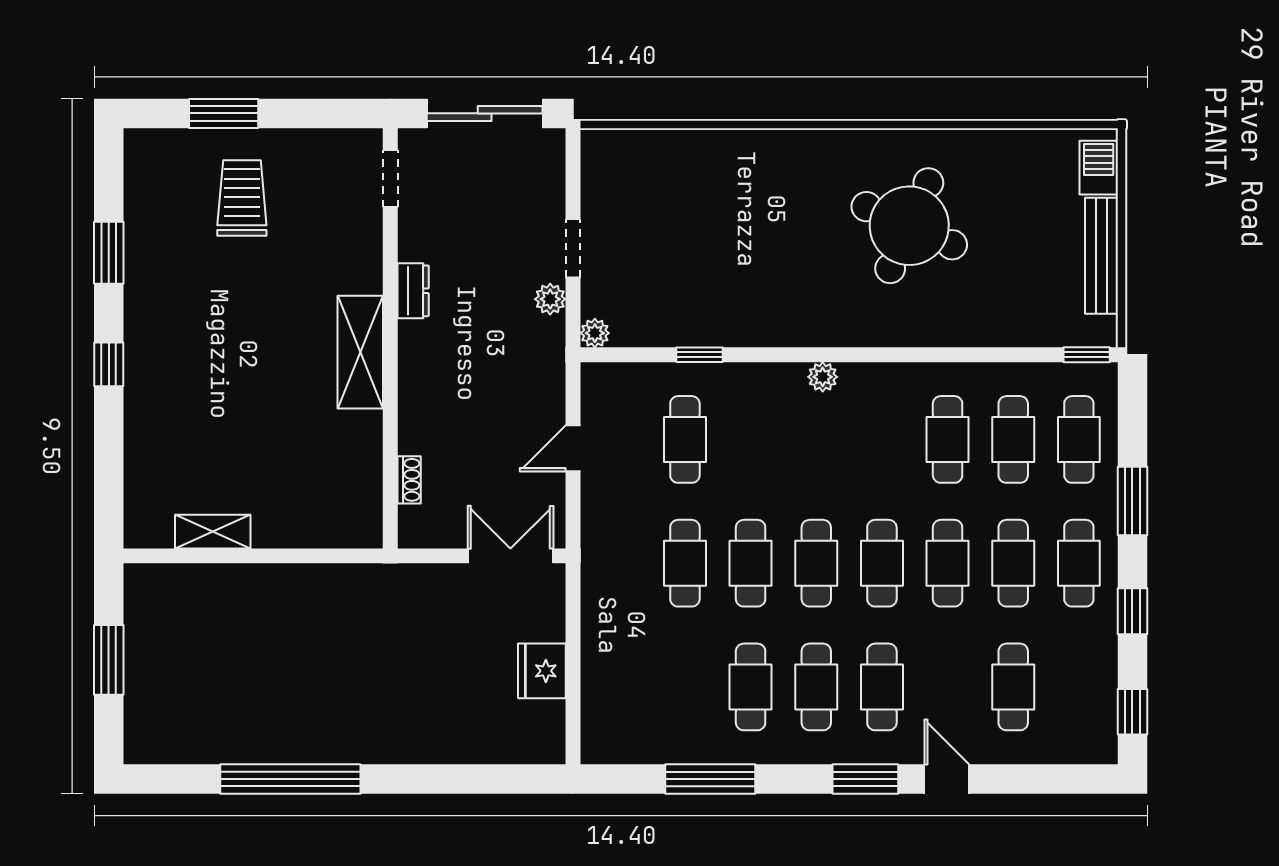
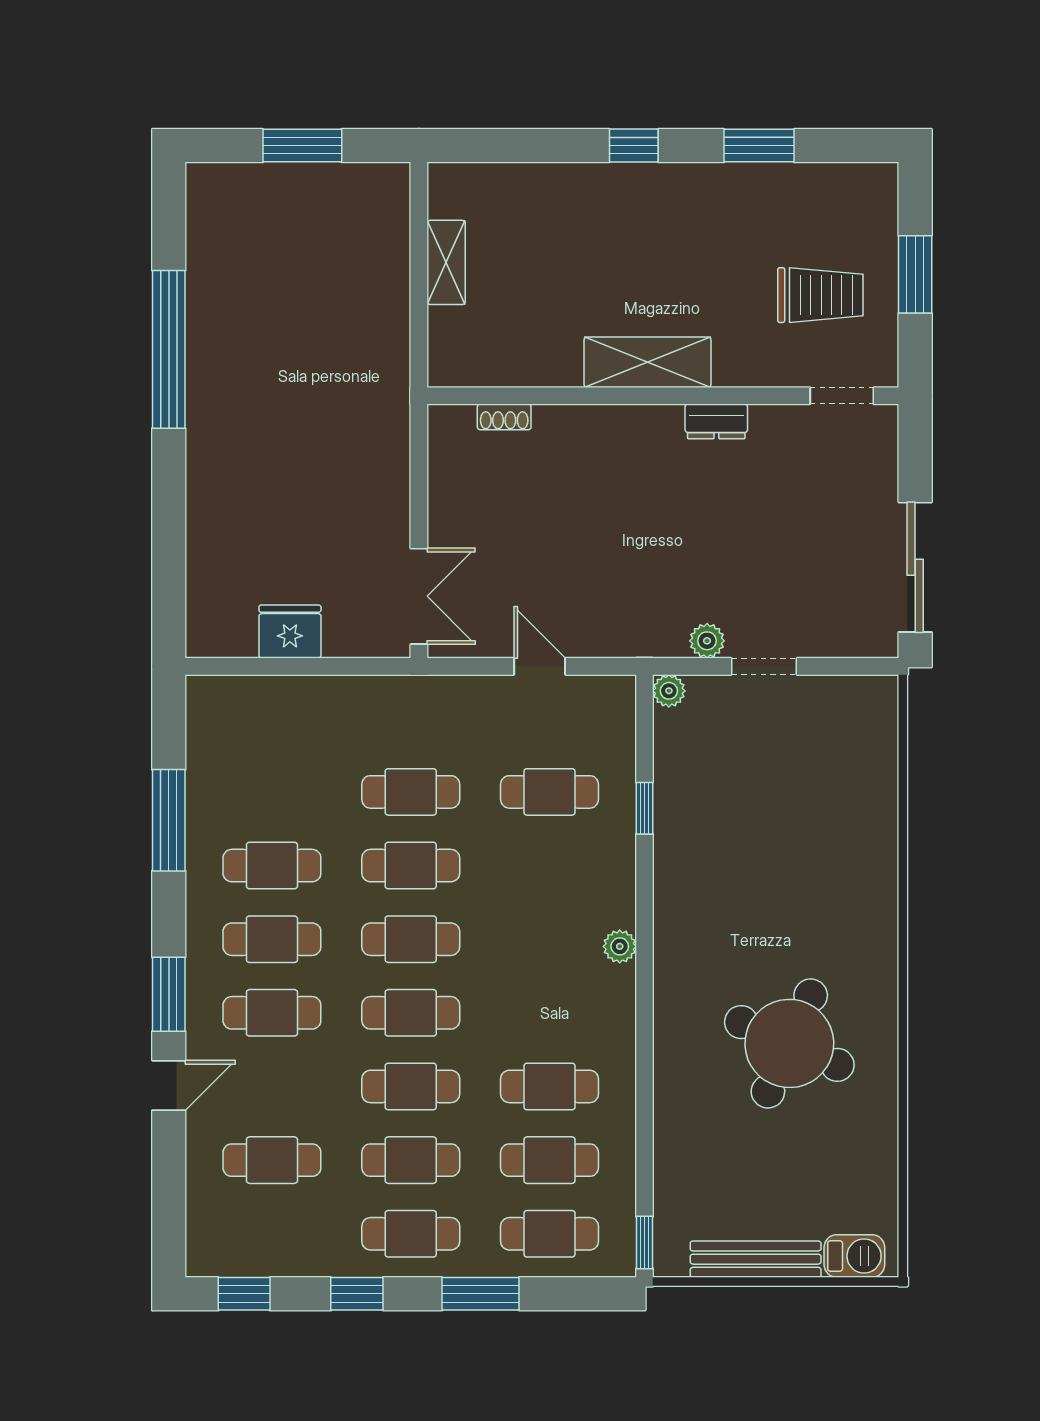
doorway: (390, 179) -> (842, 396), moved
dresser: (413, 291) -> (716, 421), moved
wall: (390, 338) -> (663, 396), moved
shelving: (360, 352) -> (648, 362), moved
shoe rack: (409, 480) -> (504, 417), moved

